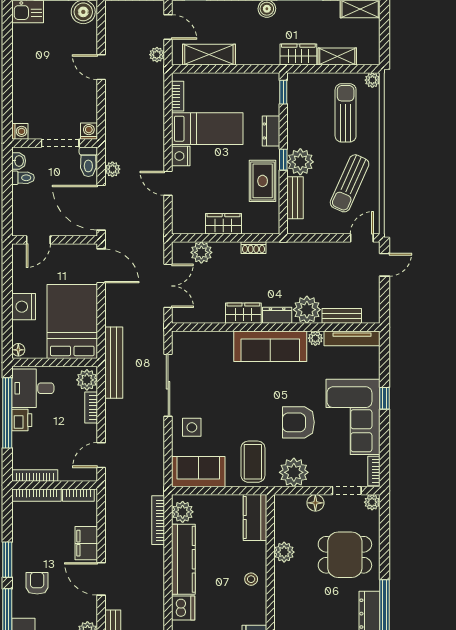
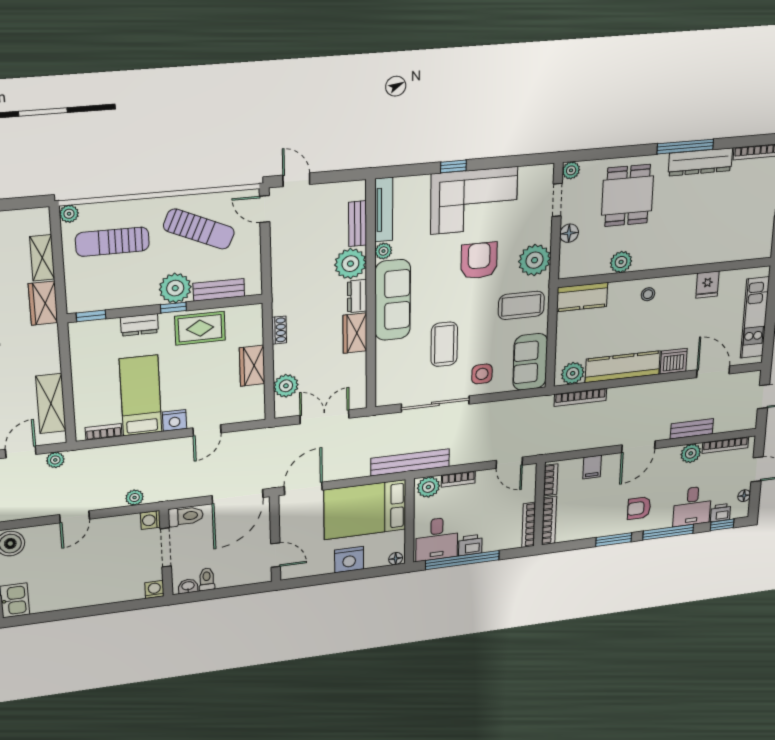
plant: (112, 169) -> (135, 498), moved
coffee table: (224, 393) -> (444, 344), added
armchair: (298, 422) -> (479, 261), turned 180
bookcase: (374, 471) -> (536, 171), removed
filing cabinet: (86, 543) -> (592, 467), width x0.50

